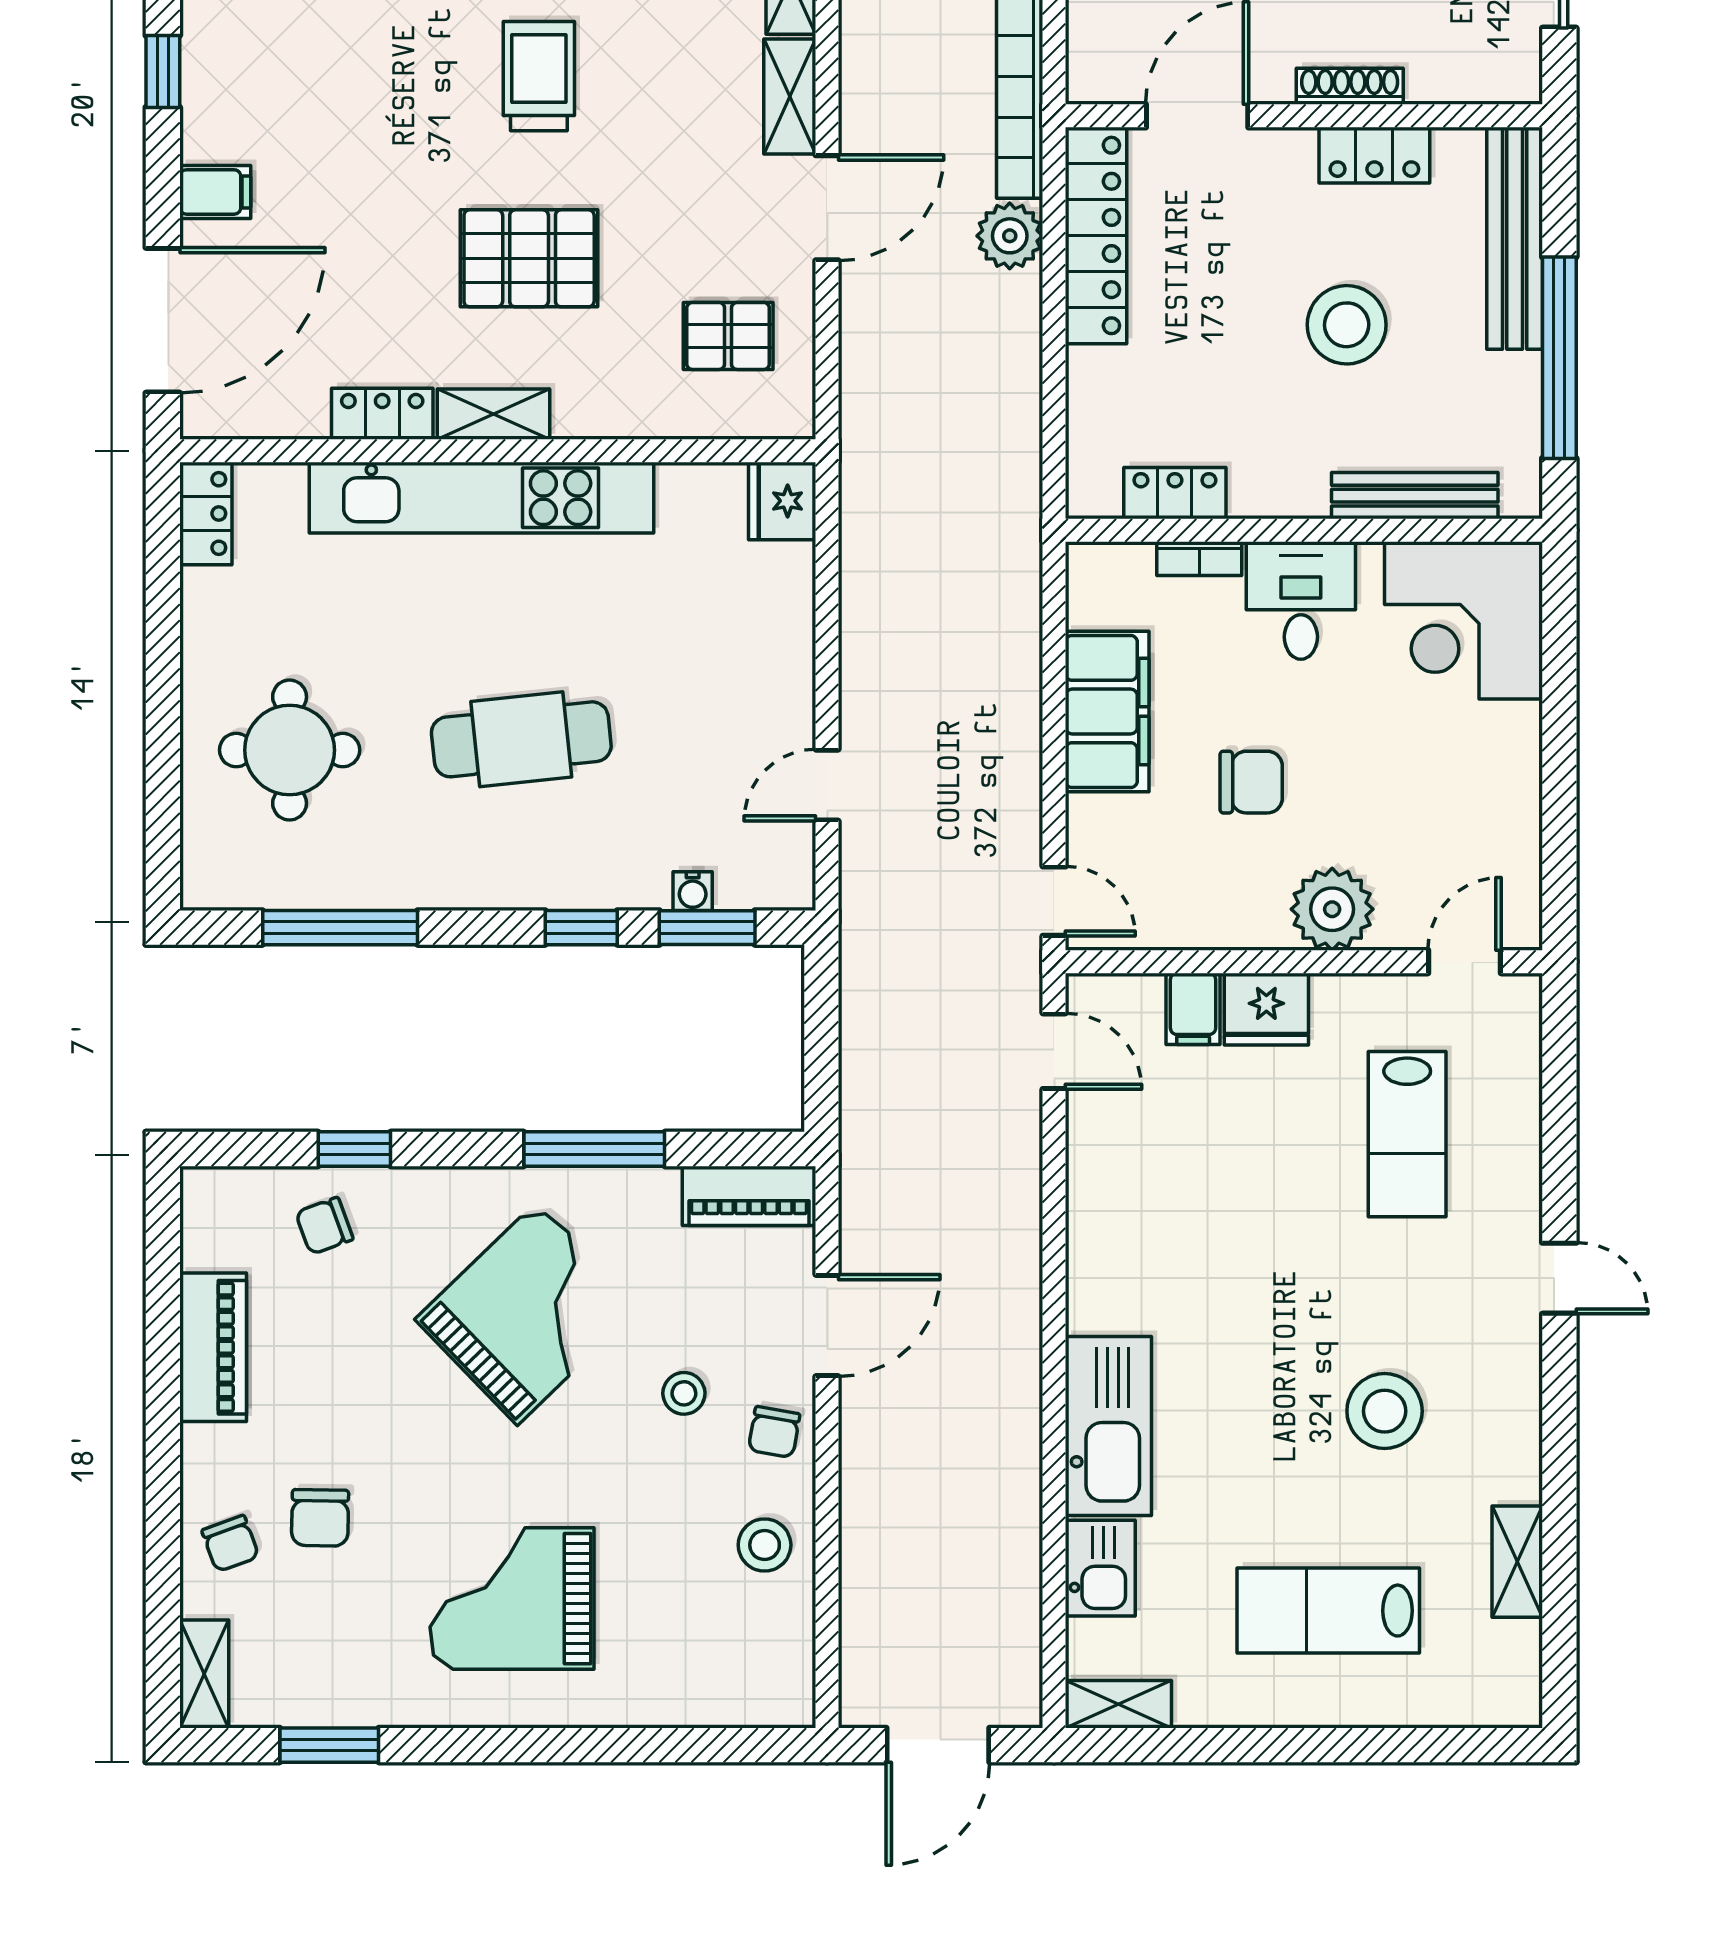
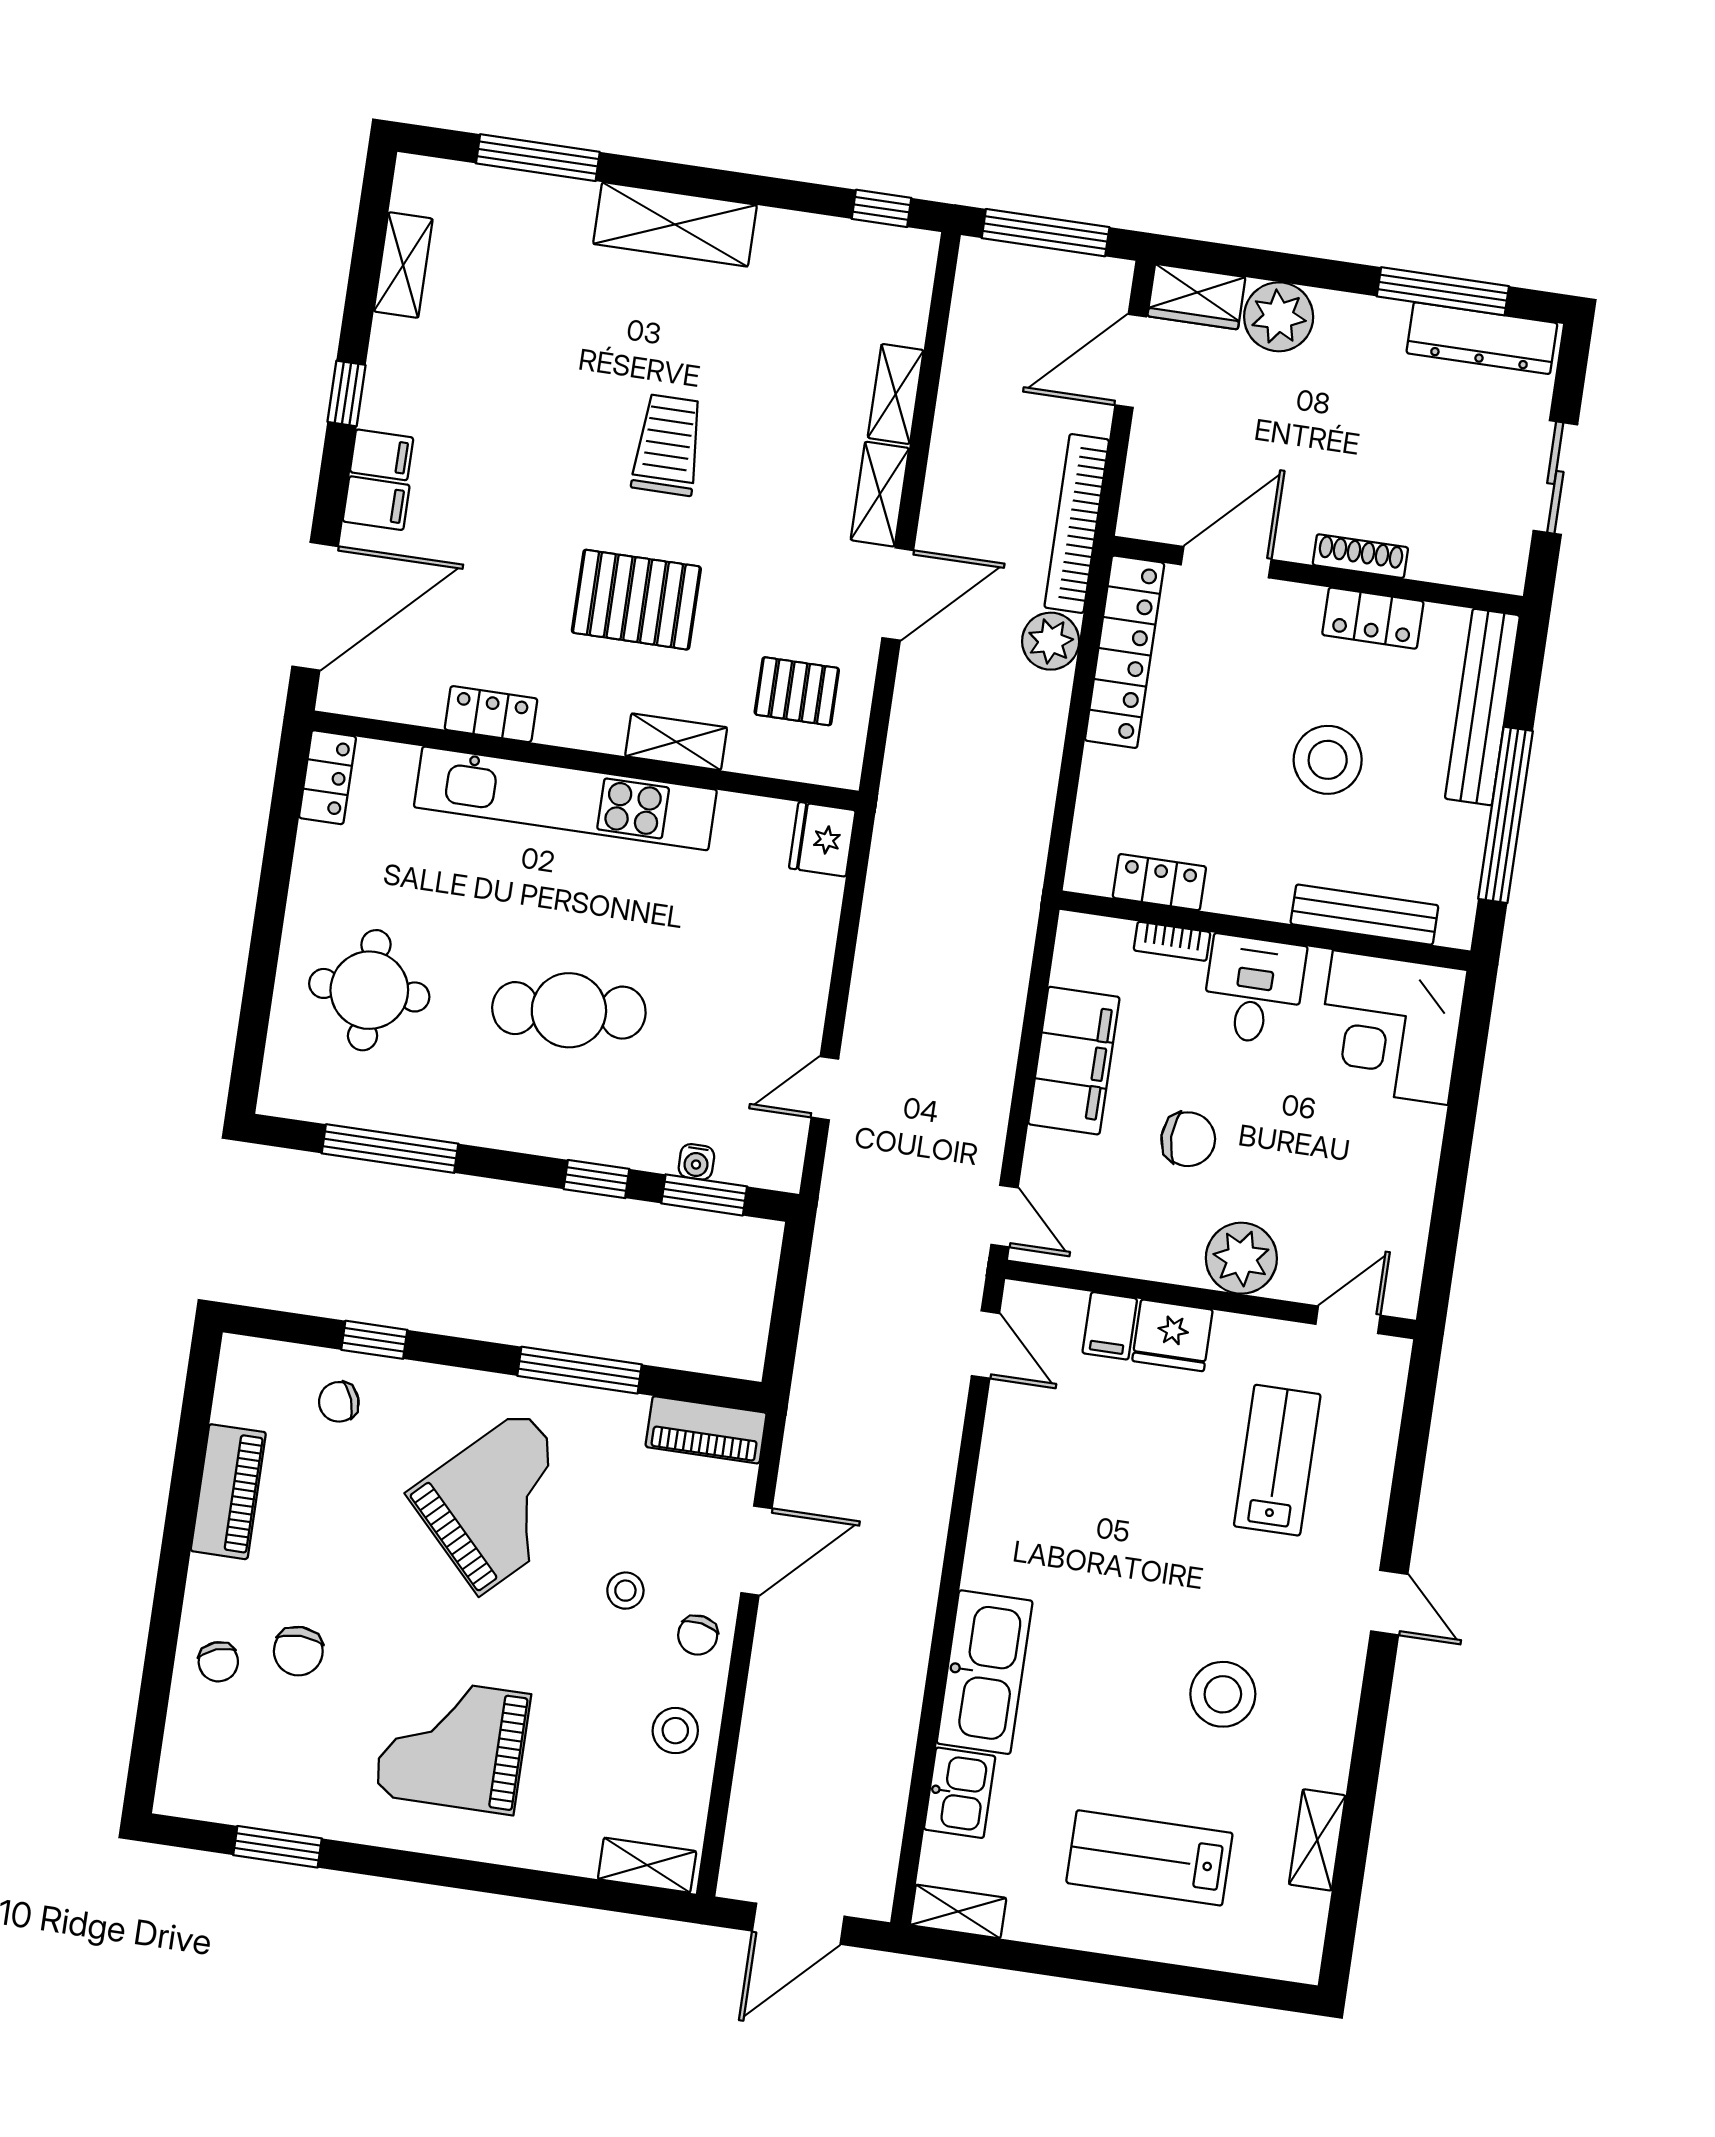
filing cabinet: (213, 136) -> (382, 455), added
shelving: (493, 414) -> (676, 742), moved
lab bench: (1407, 1134) -> (1277, 1460), turned 180
shelving: (204, 1674) -> (647, 1865), moved, turned 90

